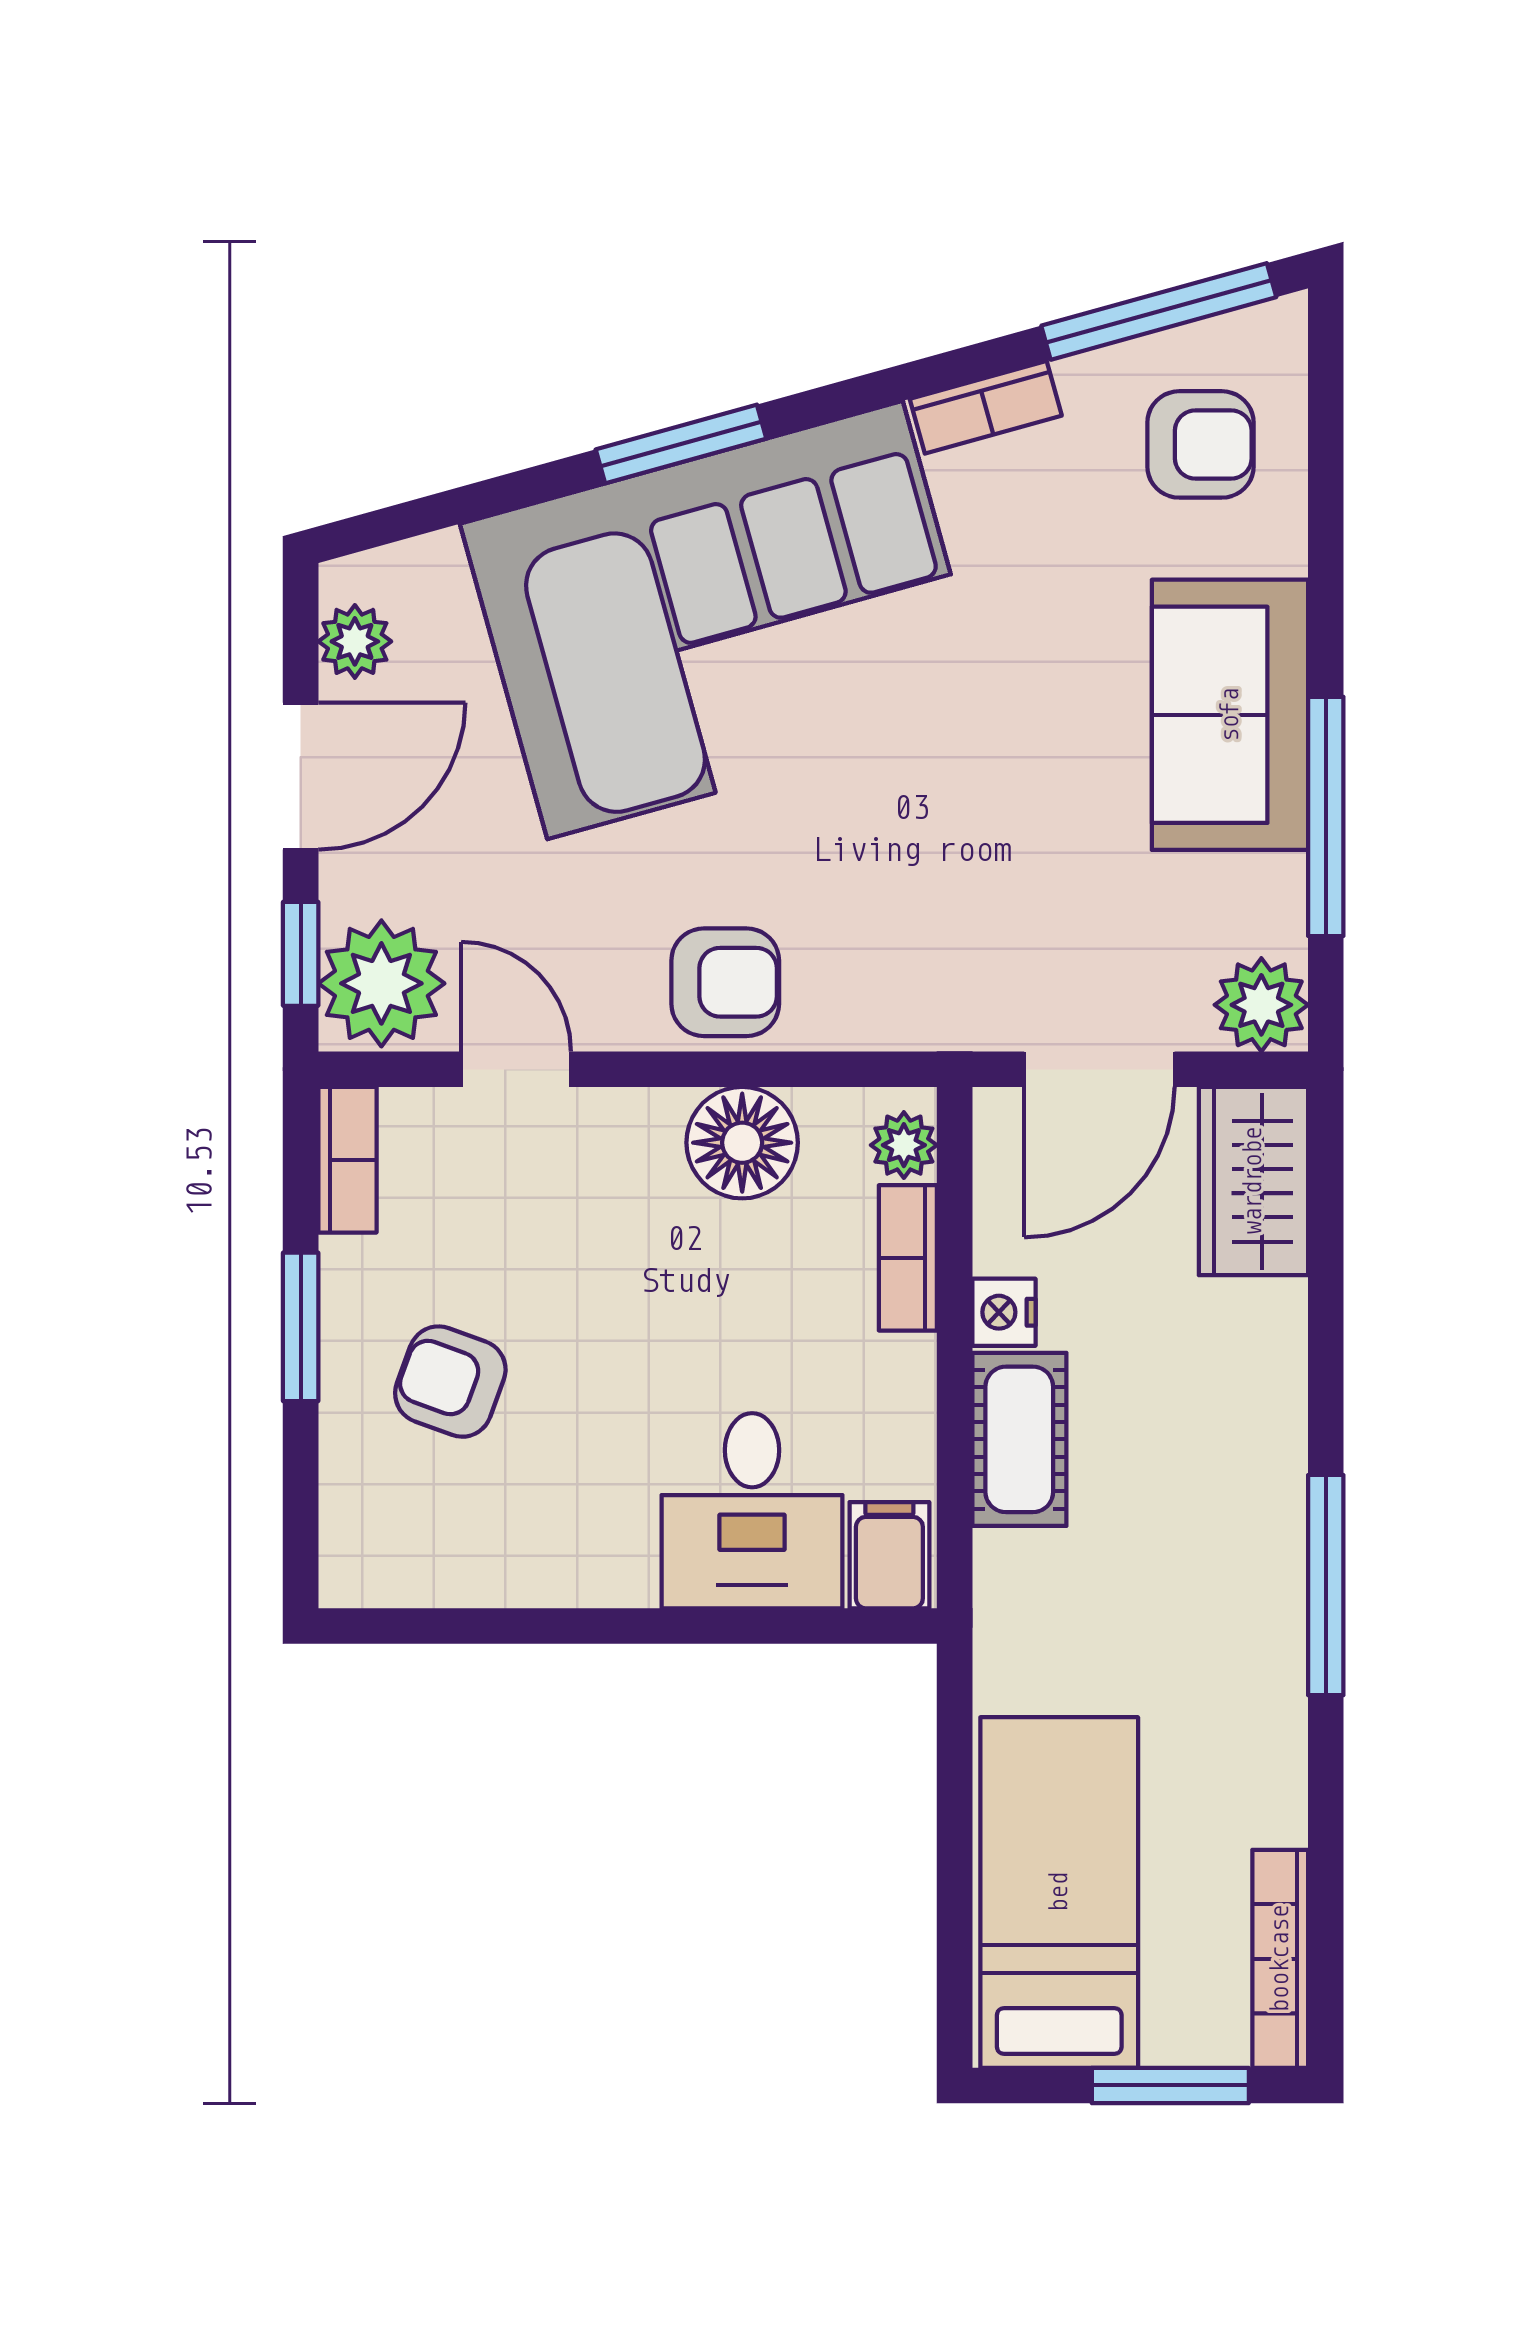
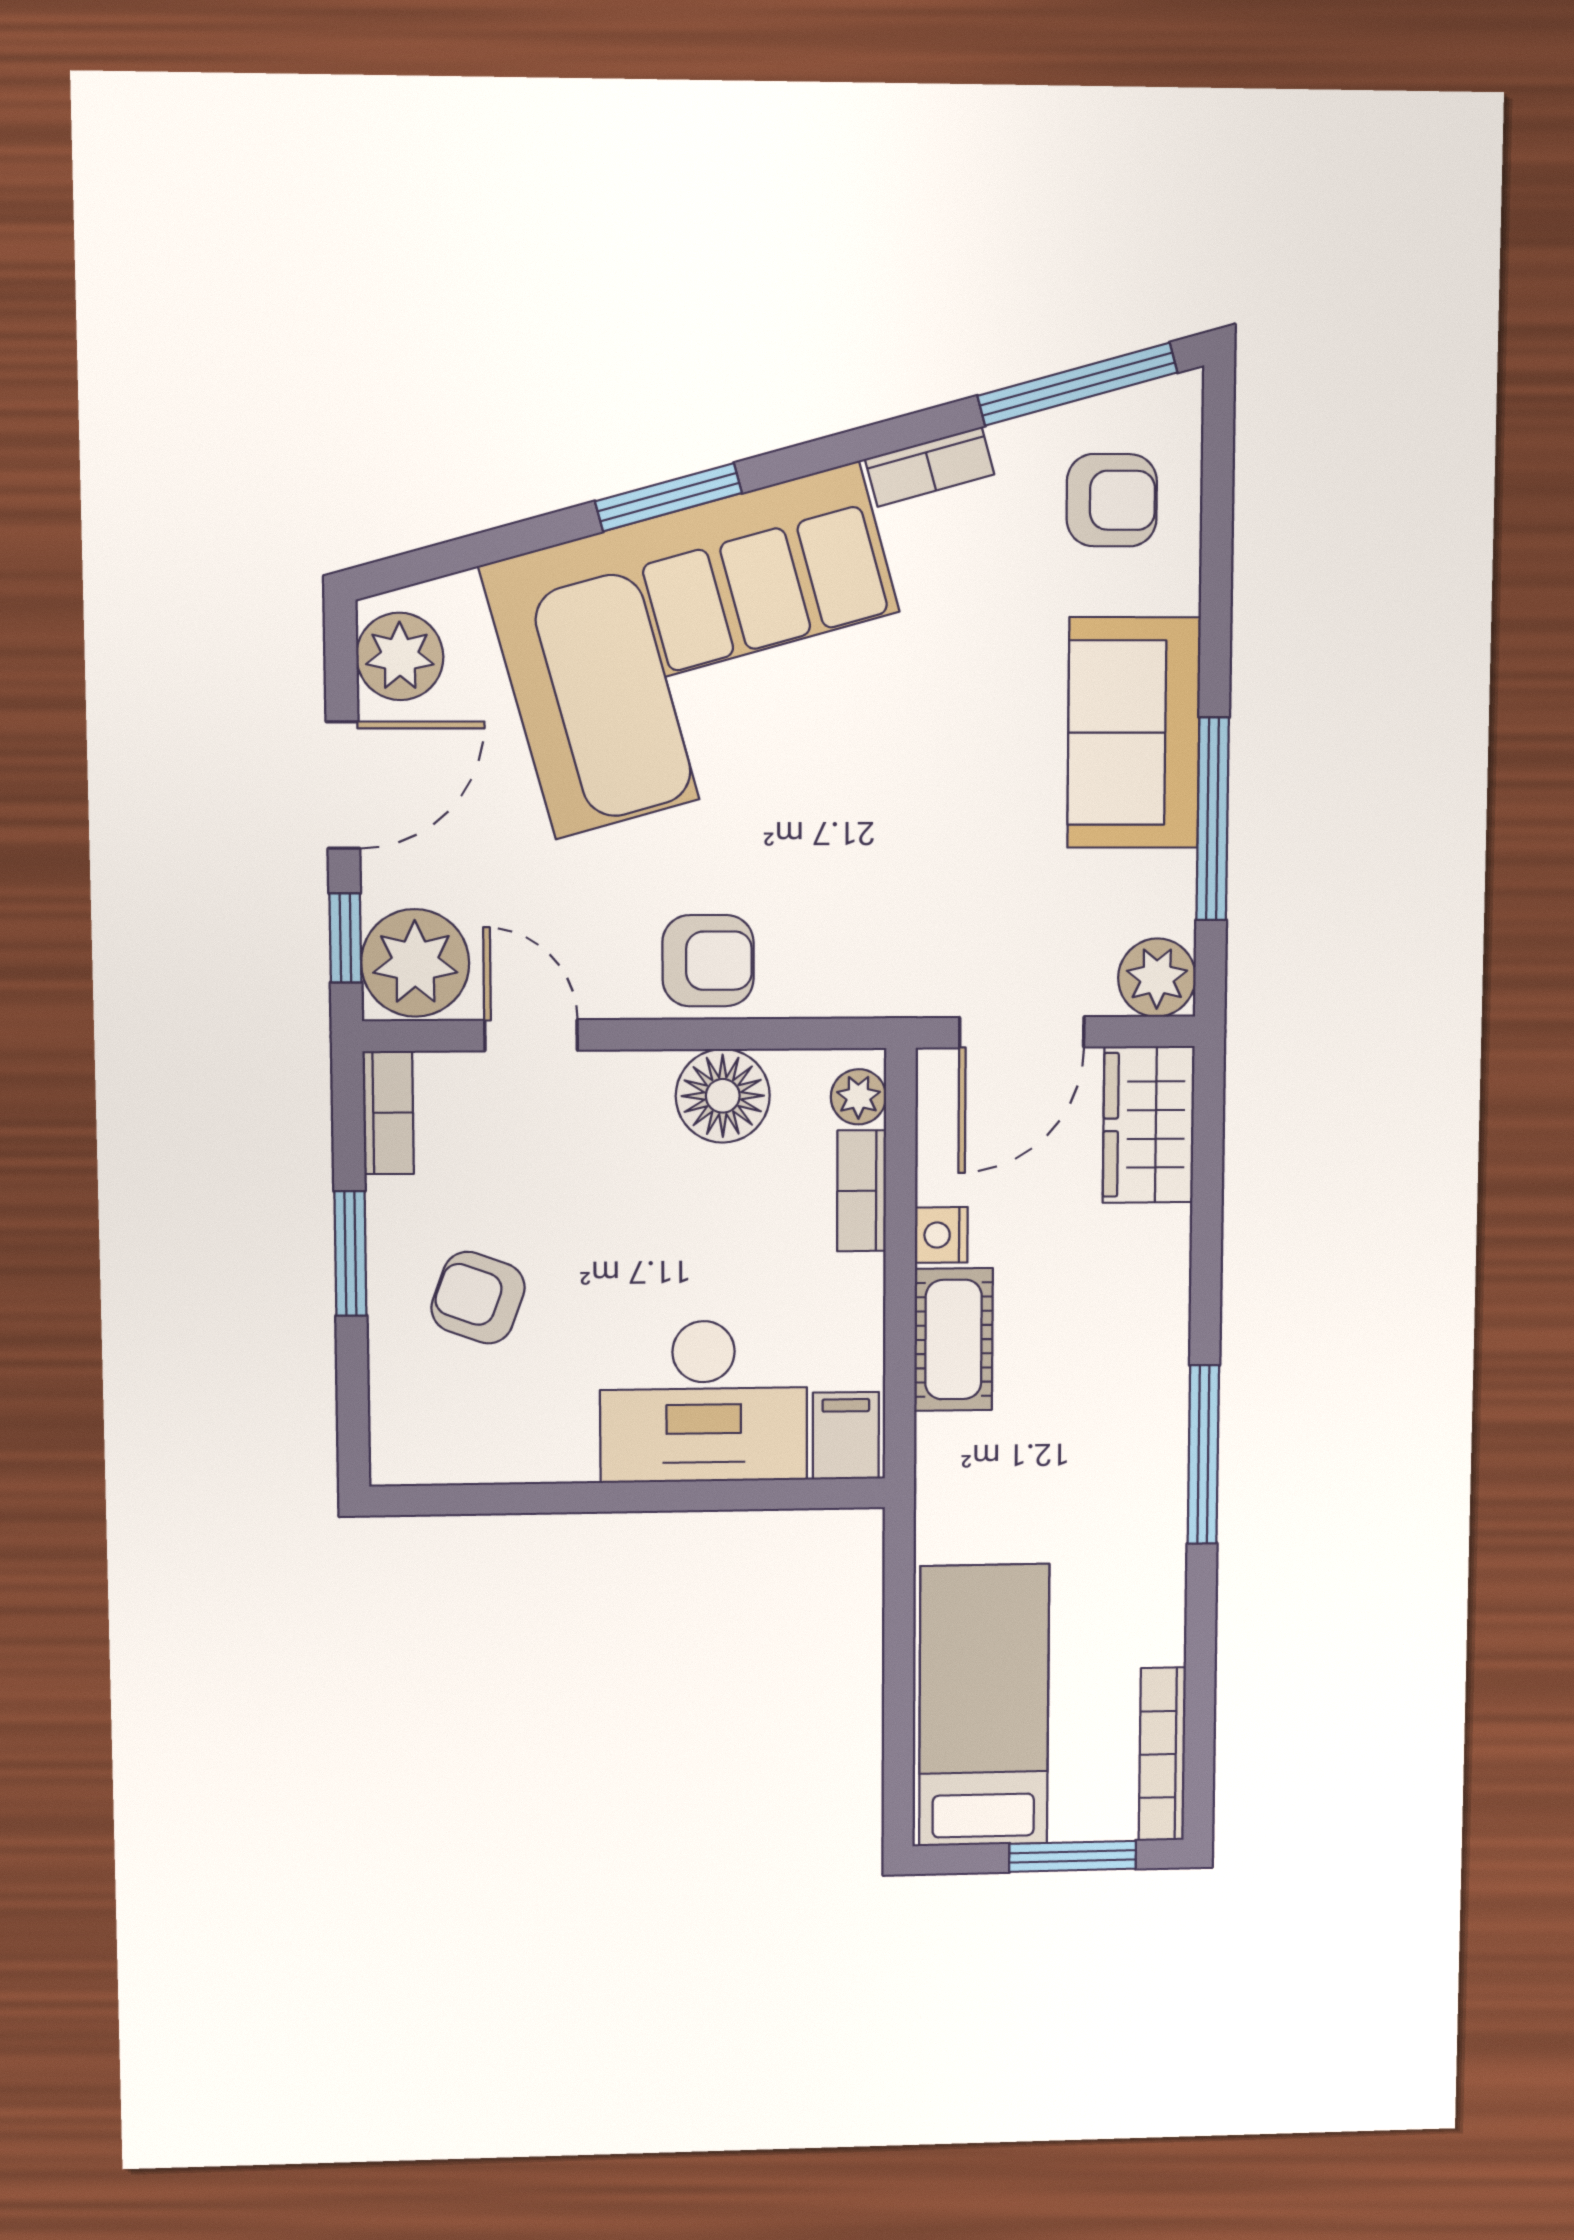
plant: (355, 641) -> (400, 656), width x1.38, depth x1.38
desk: (752, 1511) -> (704, 1401), width x1.37

